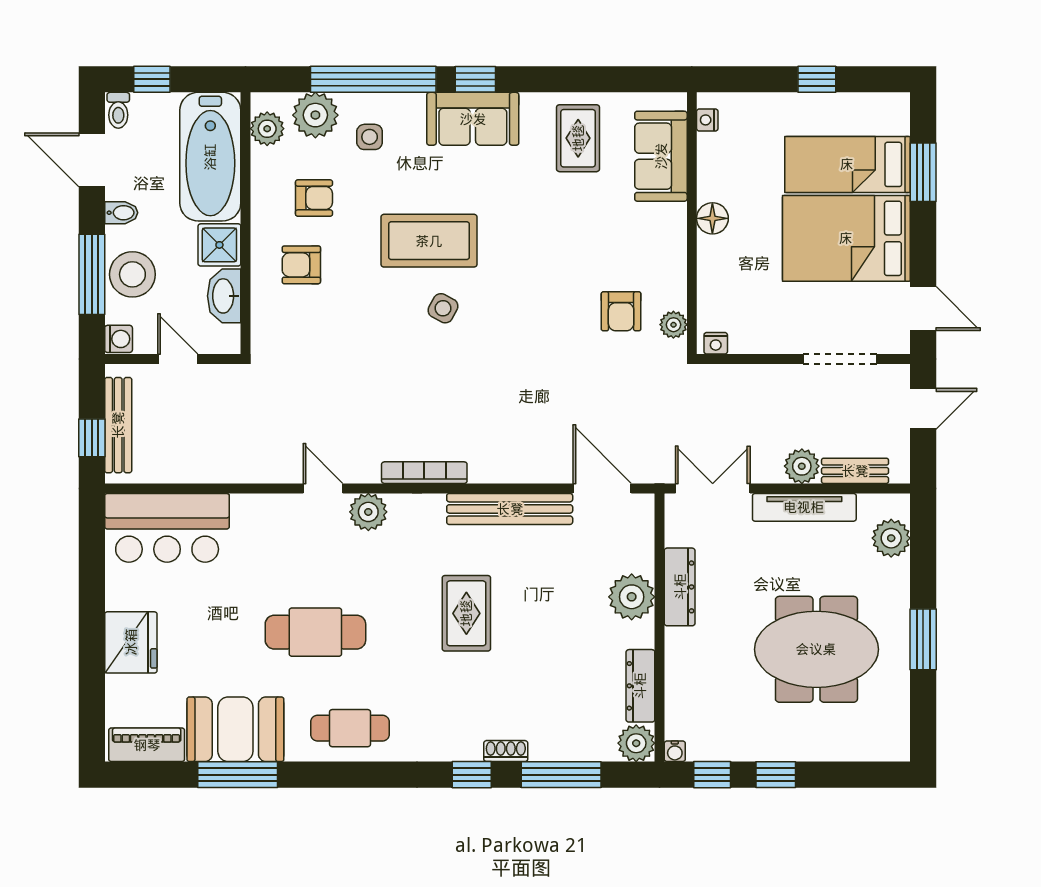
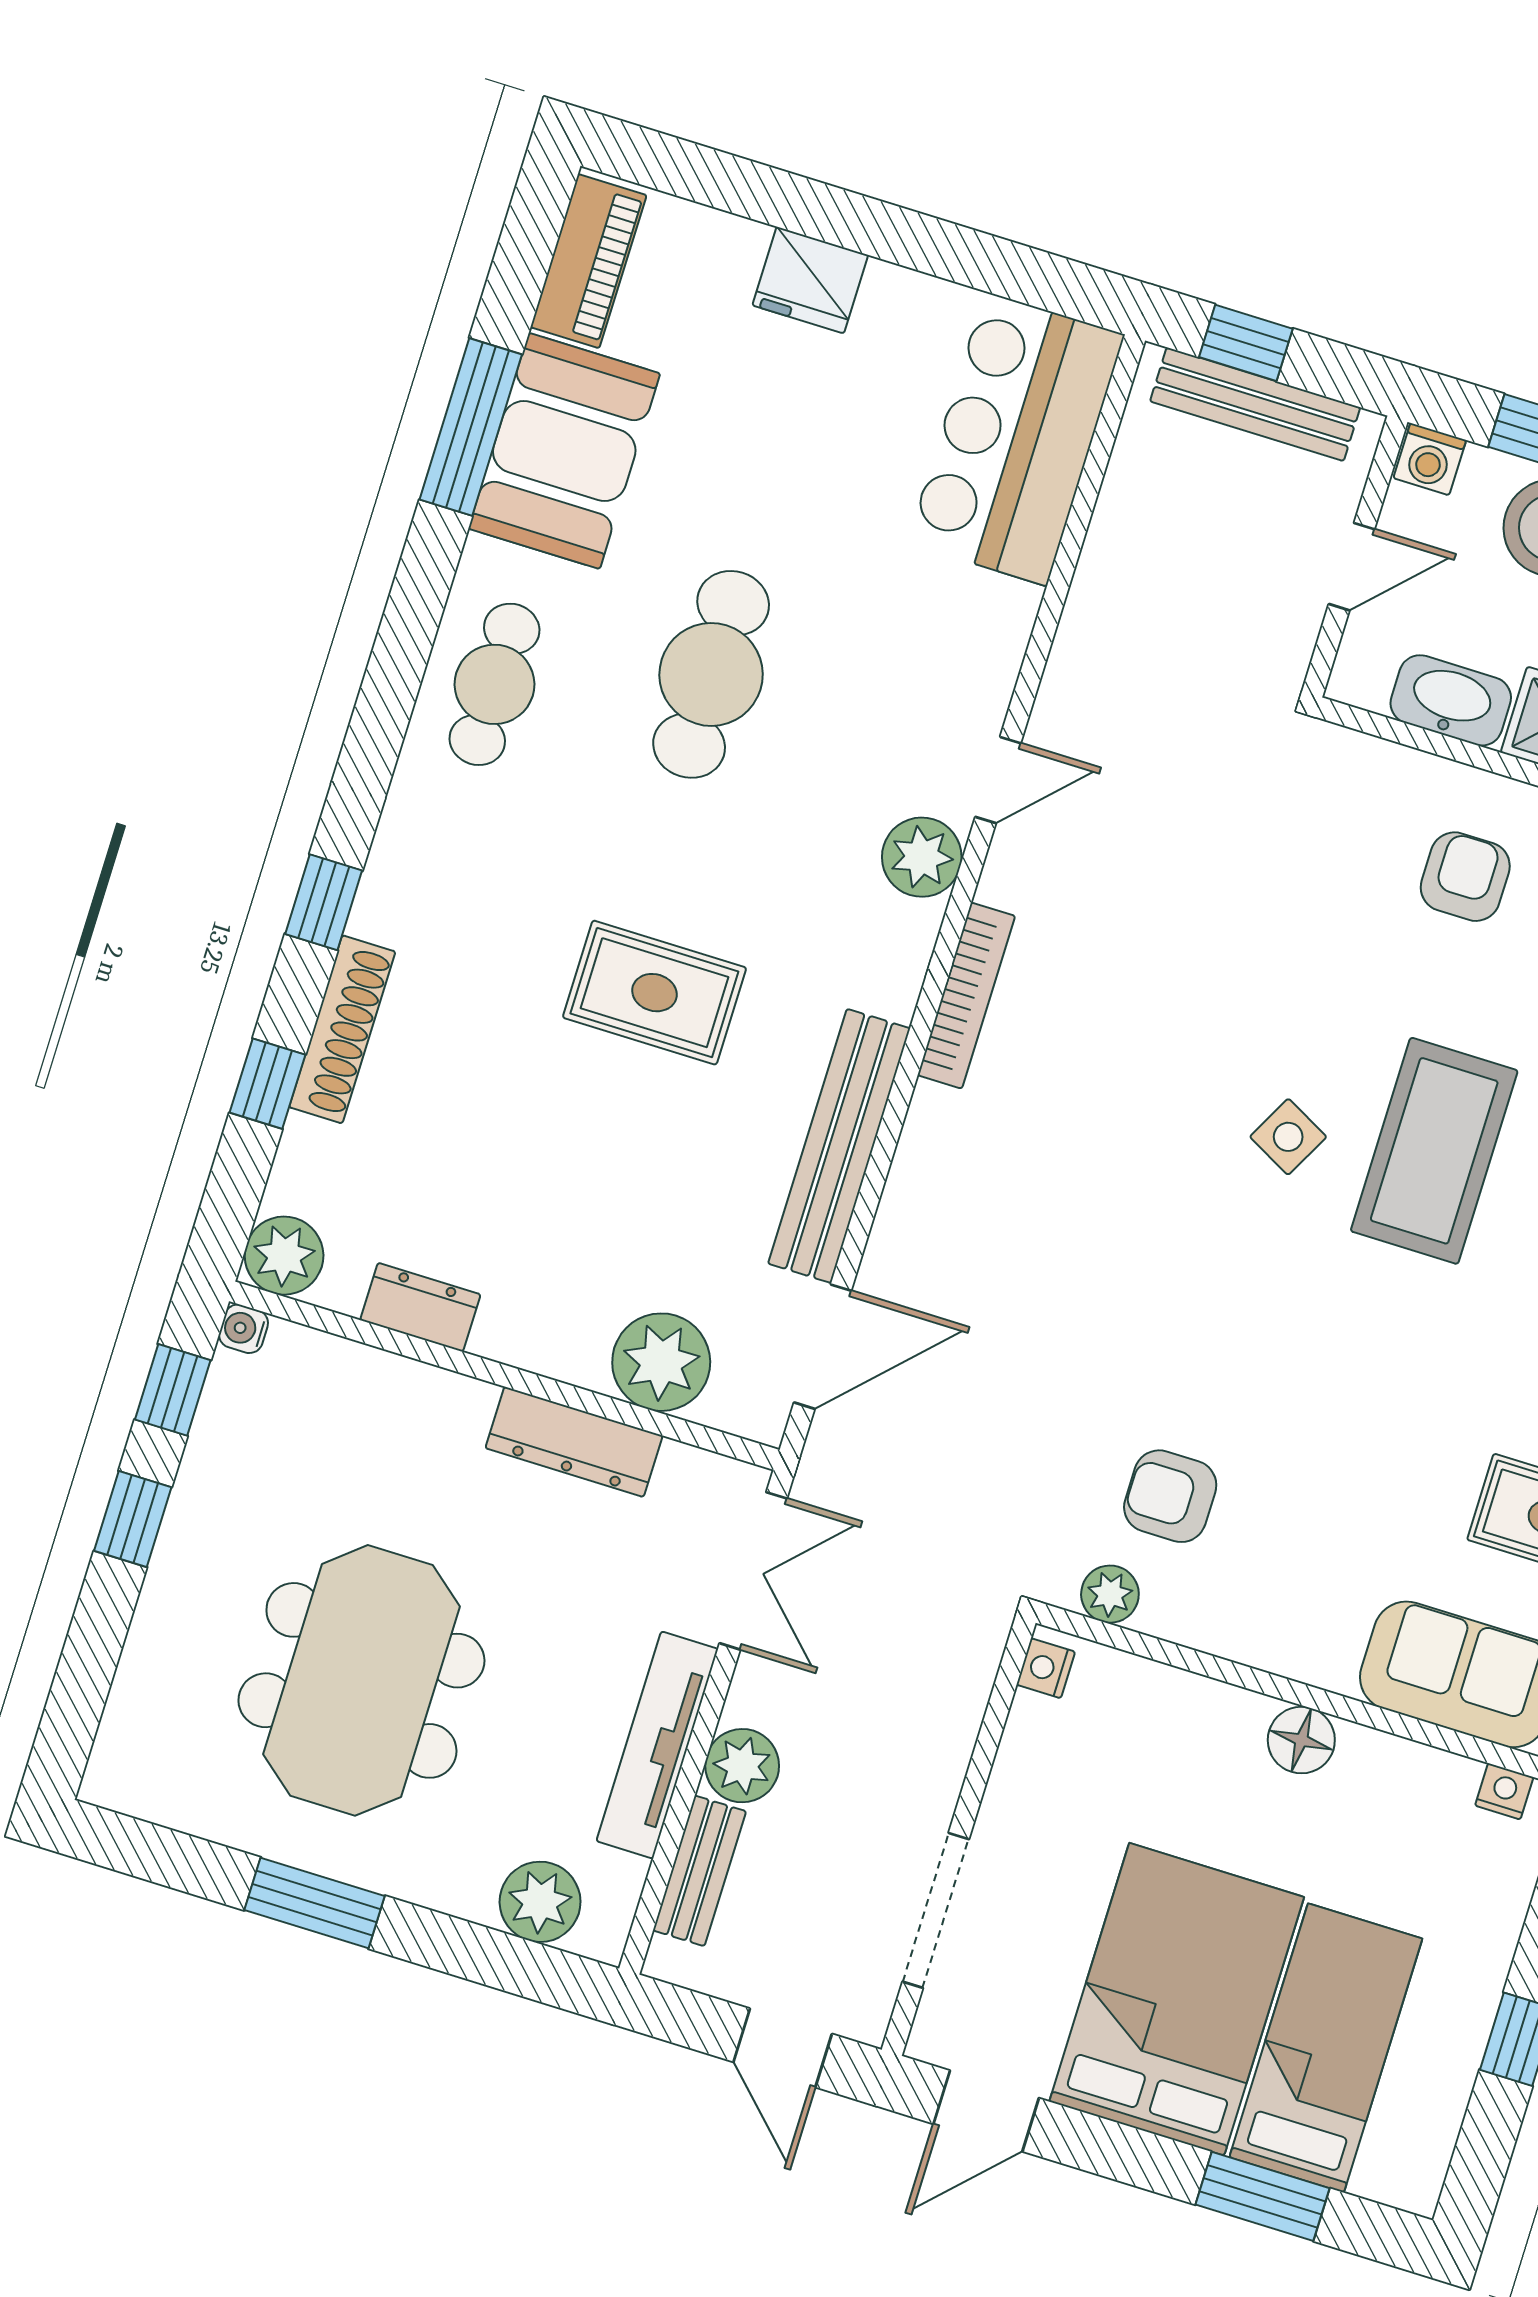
plant: (632, 597) -> (661, 1362), moved
fridge: (131, 642) -> (810, 280), width x0.73, depth x0.75
dresser: (640, 686) -> (420, 1307), width x0.70
shoe rack: (506, 751) -> (342, 1029), width x1.94, depth x1.24
window: (561, 775) -> (268, 1084), width x0.46

